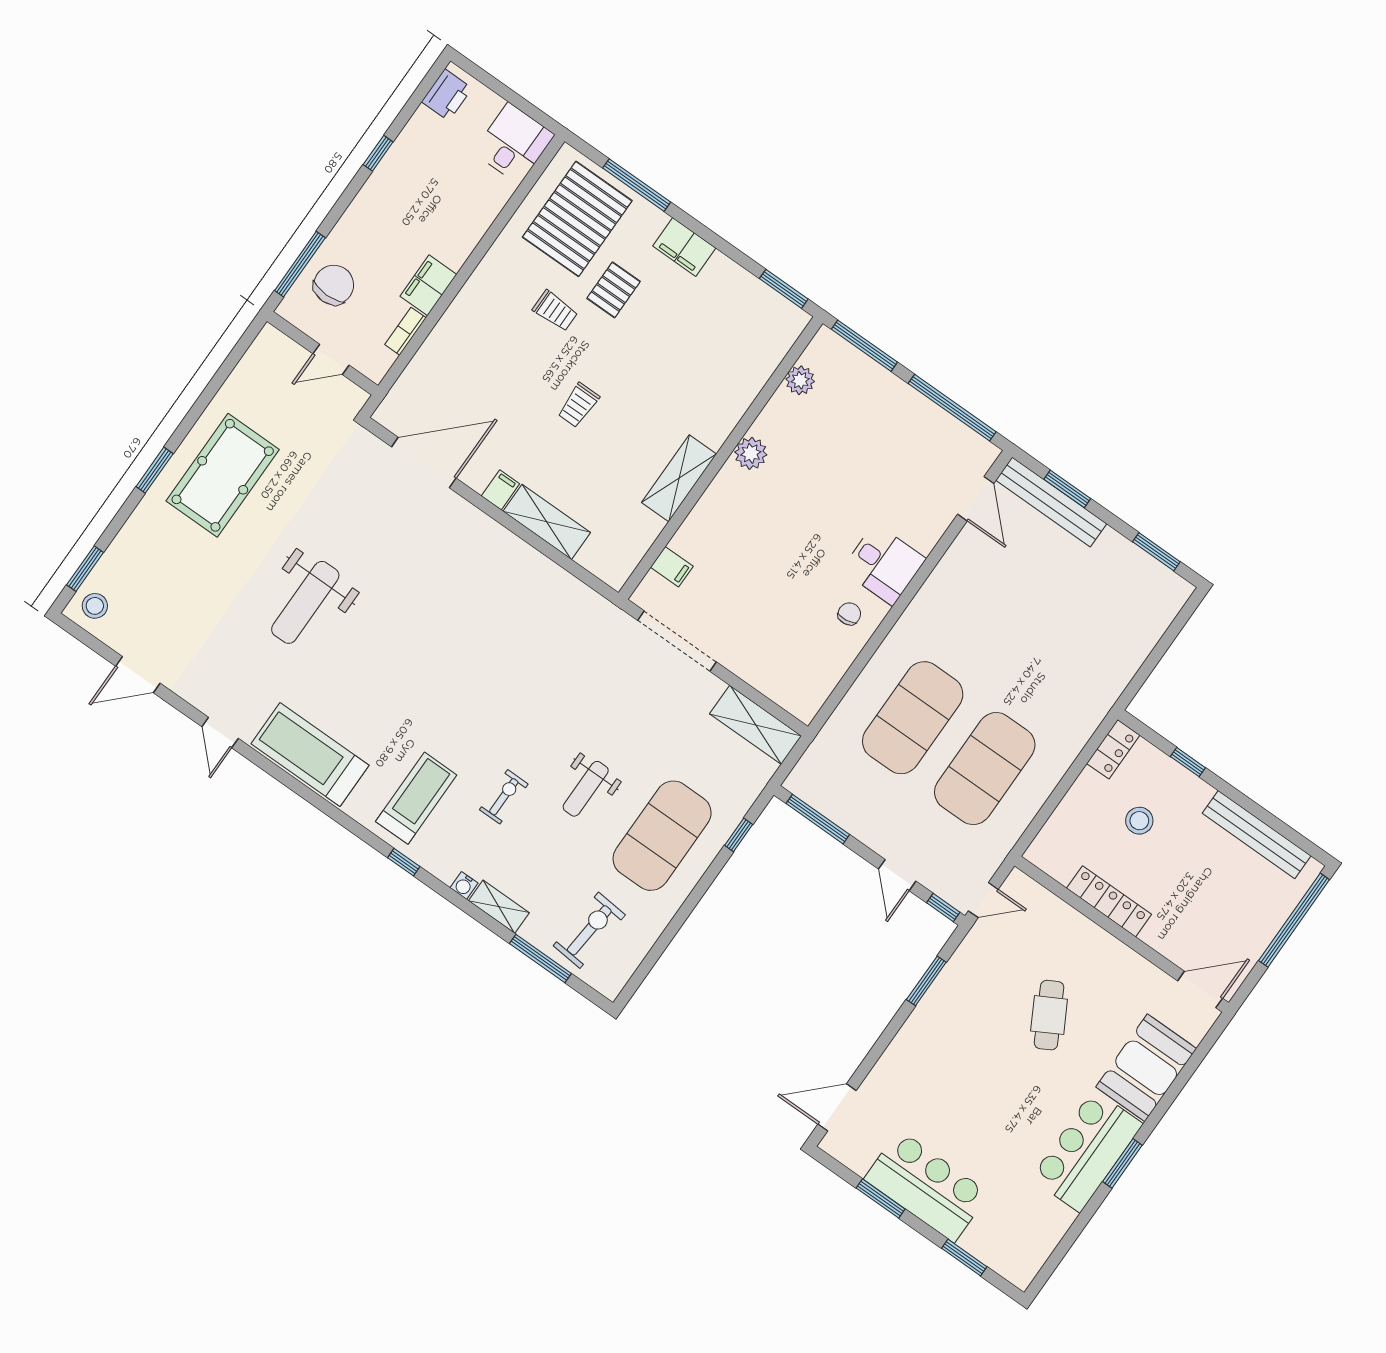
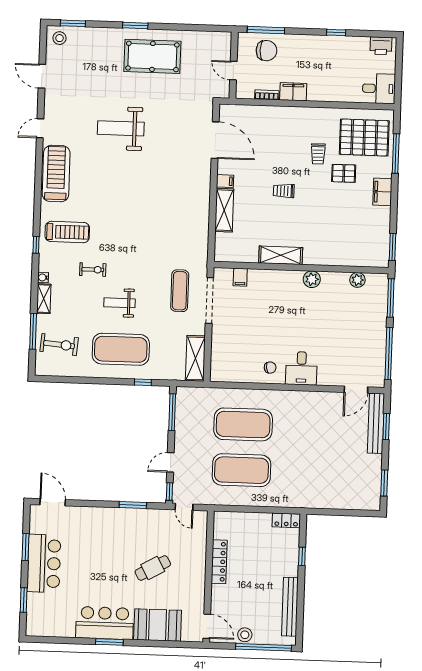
exercise mat: (630, 679) -> (180, 291), added
stool: (1139, 821) -> (245, 635), moved

